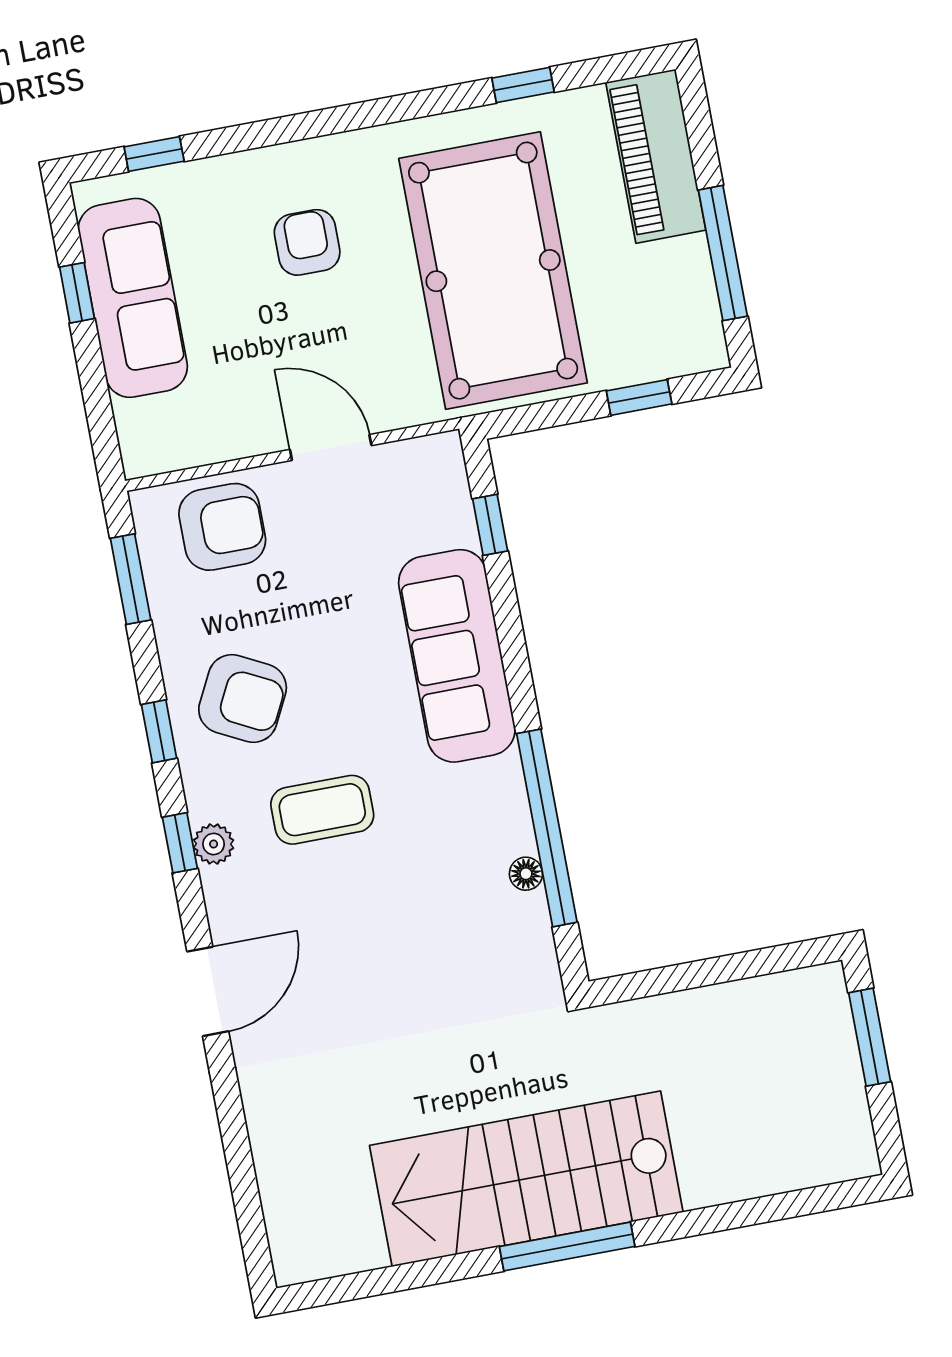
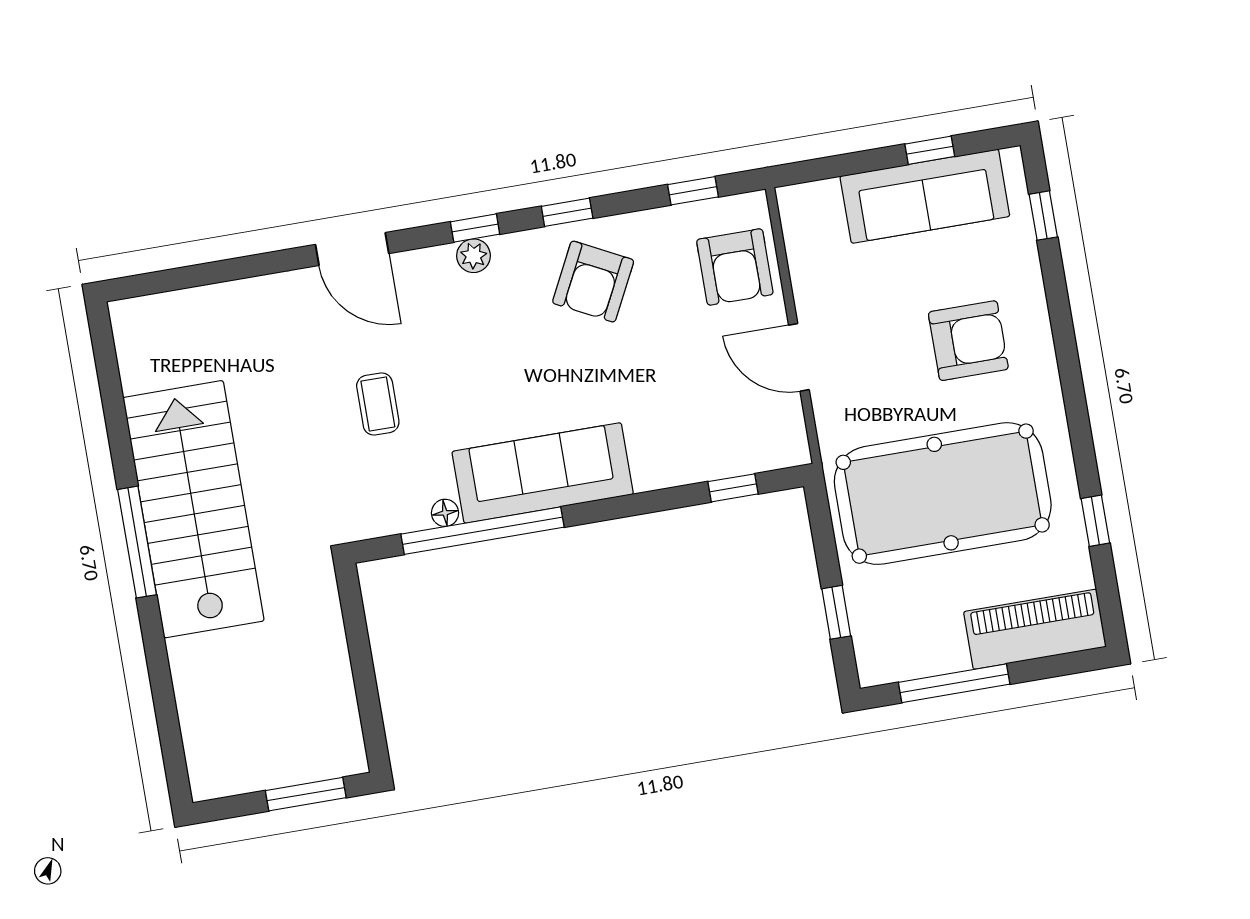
armchair: (307, 242) -> (968, 341), width x1.38, depth x1.38
door: (331, 448) -> (799, 357), swing flipped
window: (131, 579) -> (693, 191), width x0.67
sofa: (457, 656) -> (543, 473), moved
coffee table: (322, 810) -> (378, 404), moved, width x0.73, depth x0.77

